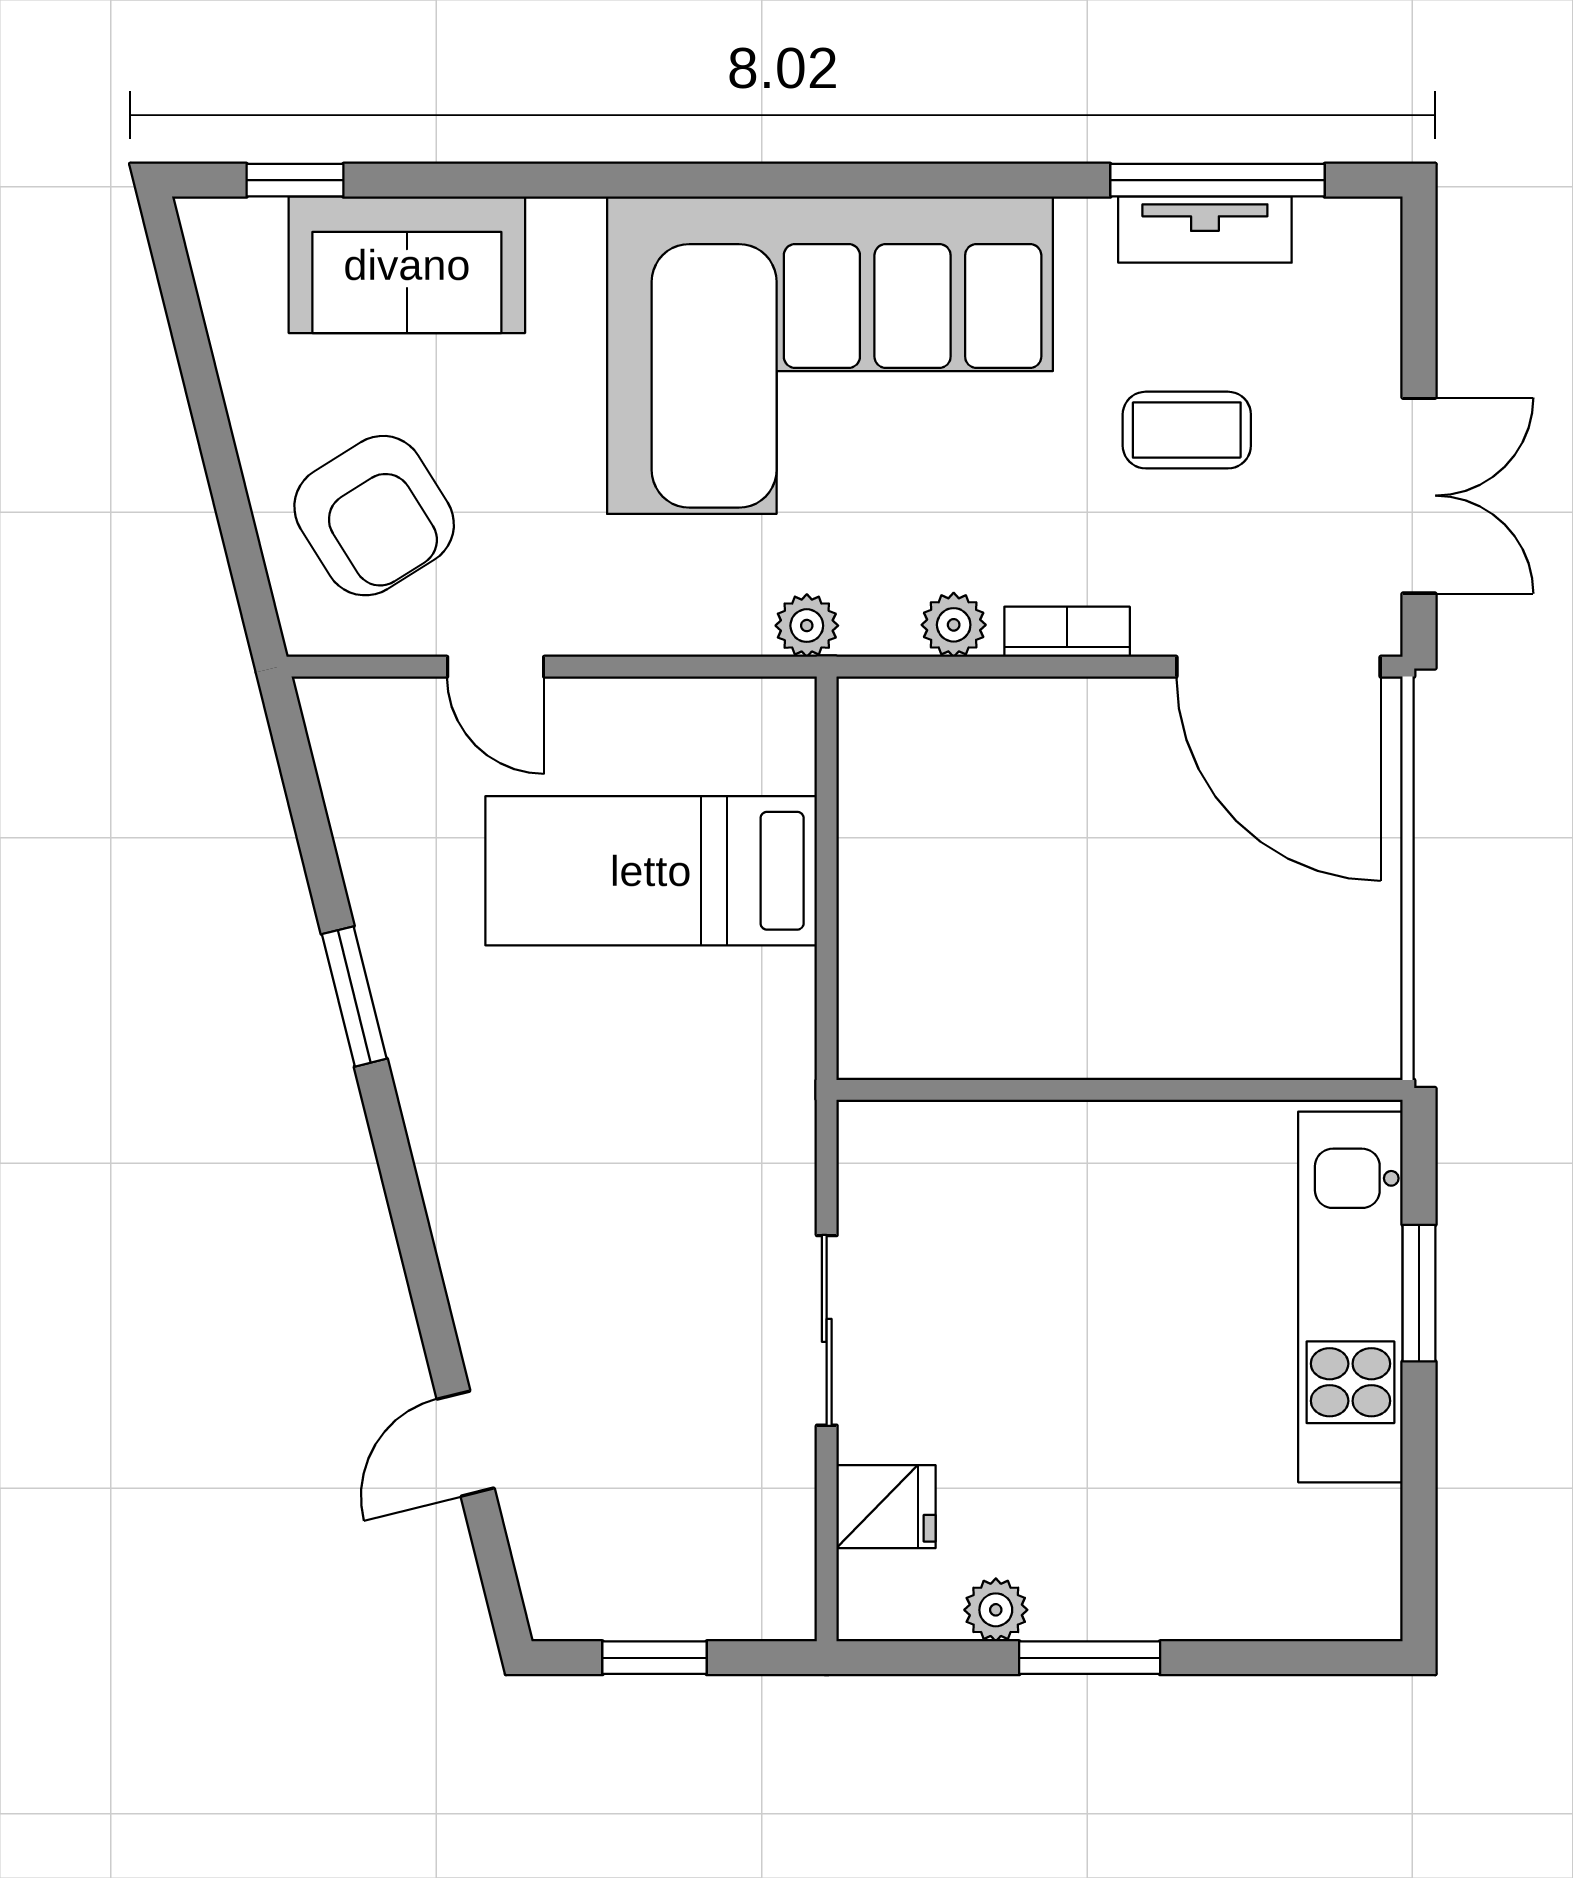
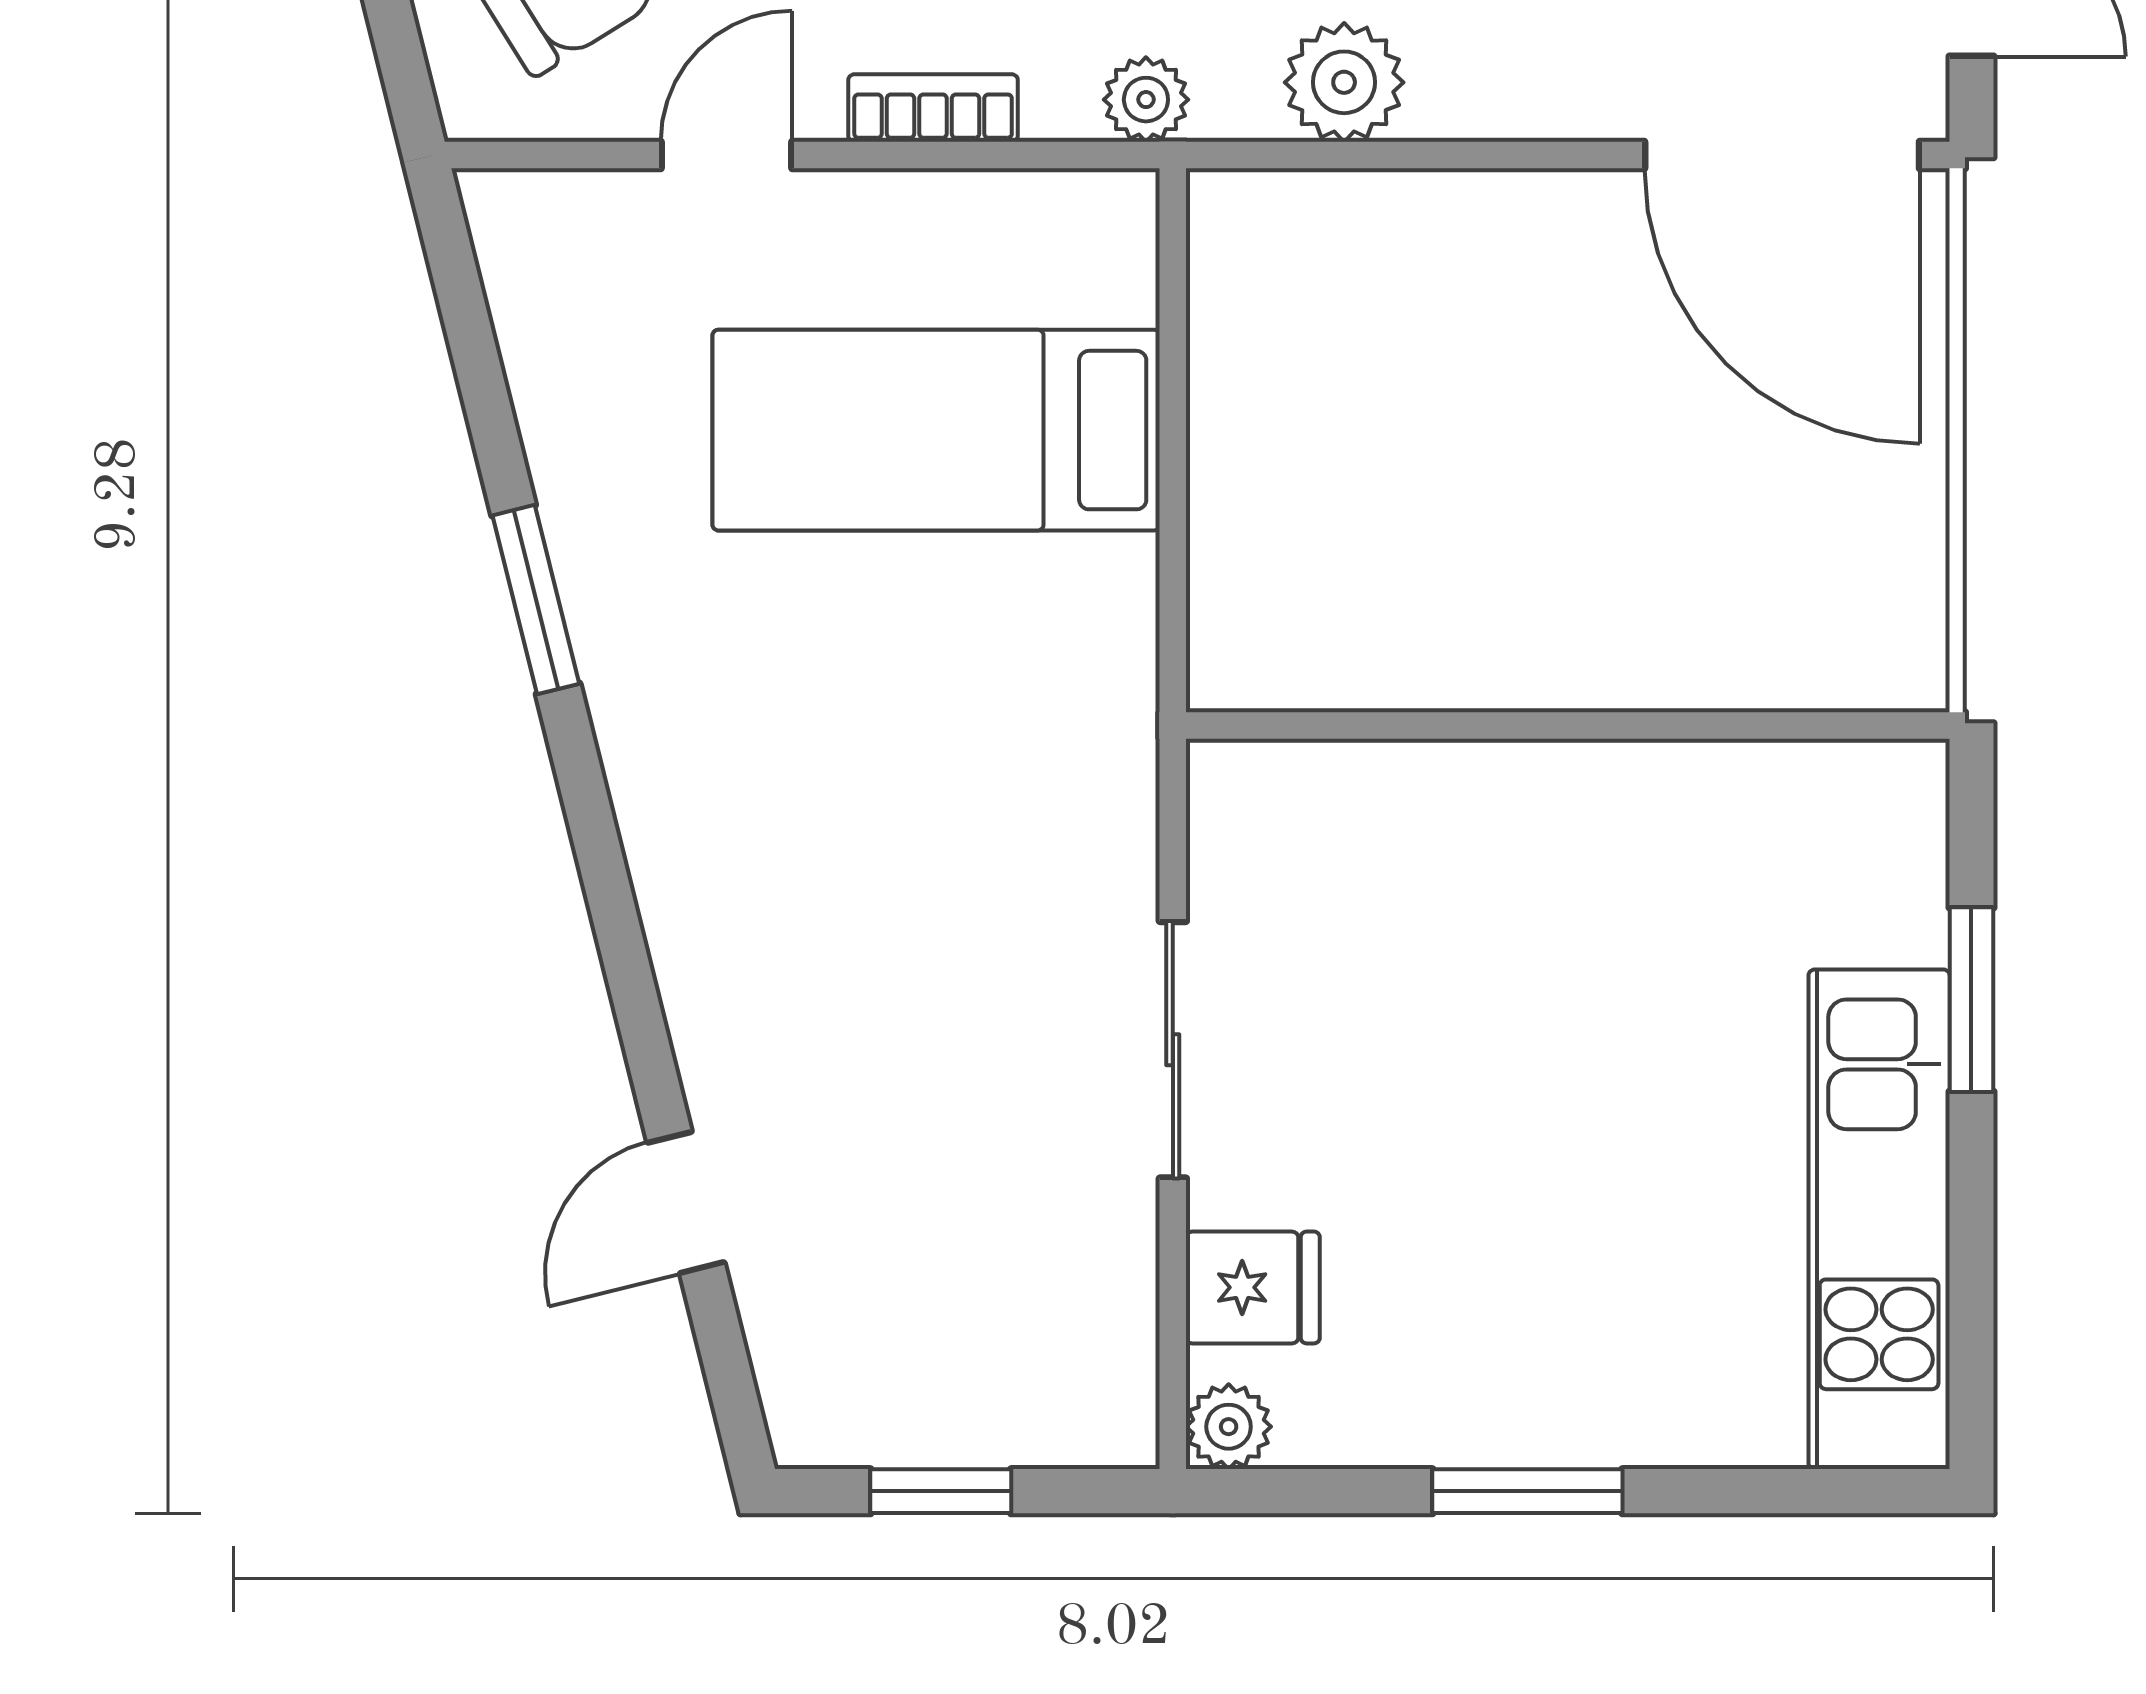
plant: (954, 625) -> (1344, 82), width x1.38, depth x1.38
bookcase: (1067, 632) -> (933, 108), moved
door: (496, 667) -> (726, 155), swing flipped
kitchen unit: (1350, 1297) -> (1879, 1219), moved
plant: (996, 1610) -> (1229, 1427), moved

